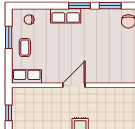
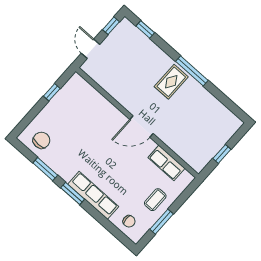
row of seats: (66, 16) -> (93, 195), width x1.48
row of seats: (27, 77) -> (166, 163), moved

